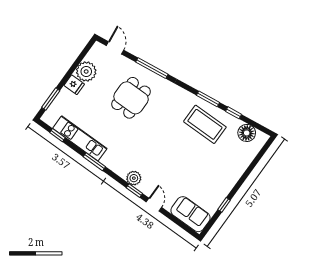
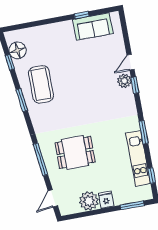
window: (234, 113) -> (10, 62), moved
plant: (134, 178) -> (124, 81), moved
sofa: (190, 214) -> (93, 27), moved, turned -90

